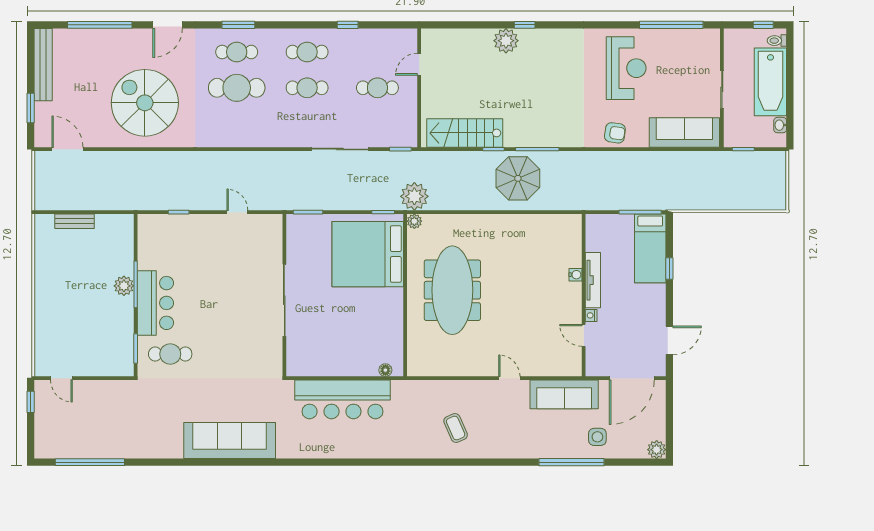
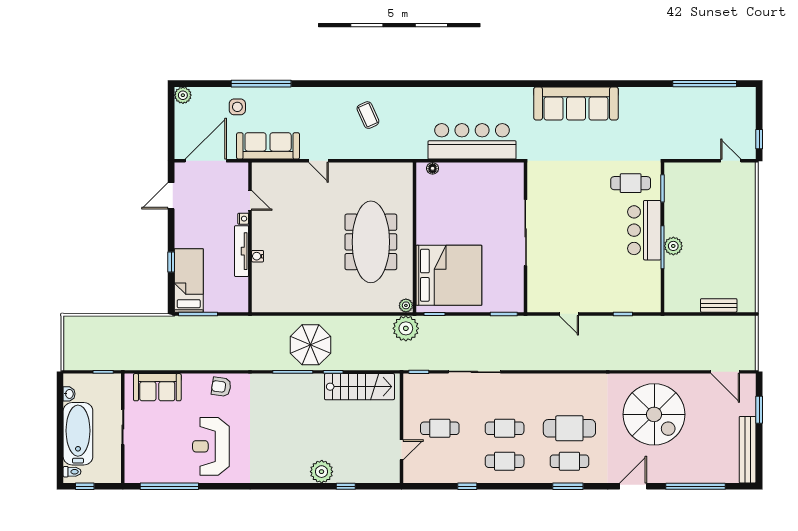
window: (525, 25) -> (346, 486), moved
sofa: (684, 132) -> (157, 387), width x0.73

